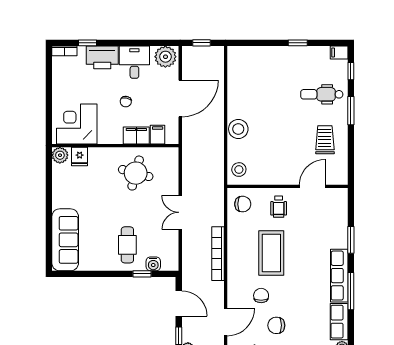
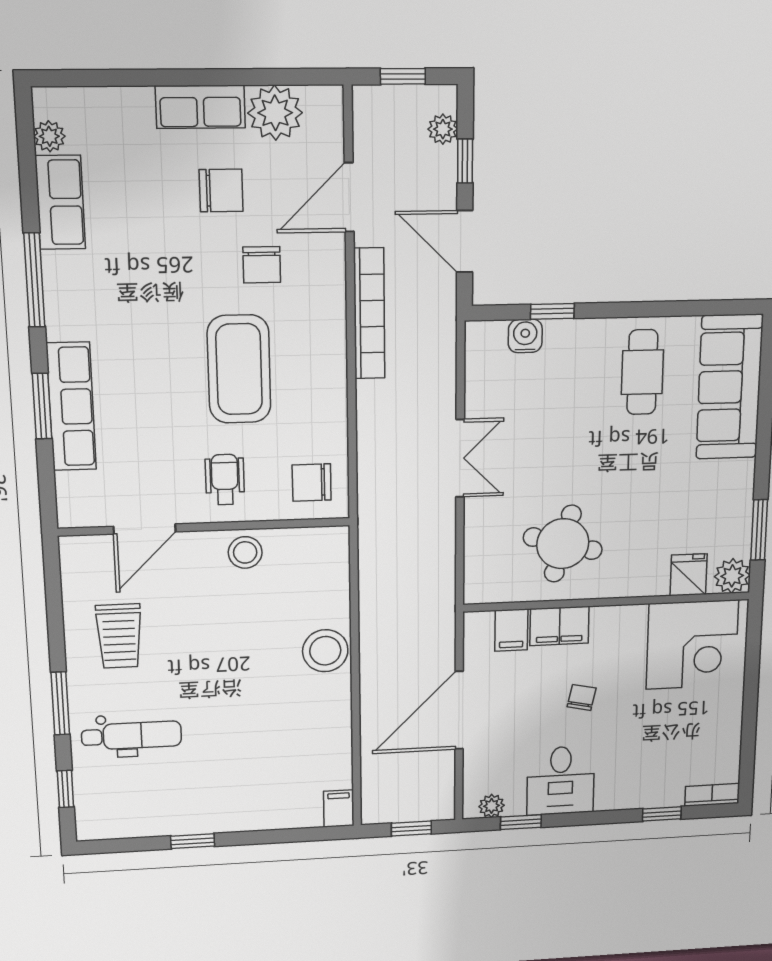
window: (152, 43) -> (521, 822), added
filing cabinet: (339, 53) -> (339, 808), moved, turned -90
printer: (102, 57) -> (631, 786), removed
plant: (165, 57) -> (492, 806), width x0.53, depth x0.53
stool: (239, 170) -> (245, 552), moved
window: (49, 176) -> (759, 530), added
cafe table: (127, 245) -> (642, 372), moved
bookcase: (218, 254) -> (369, 314), moved
row of seats: (339, 276) -> (71, 407), moved

